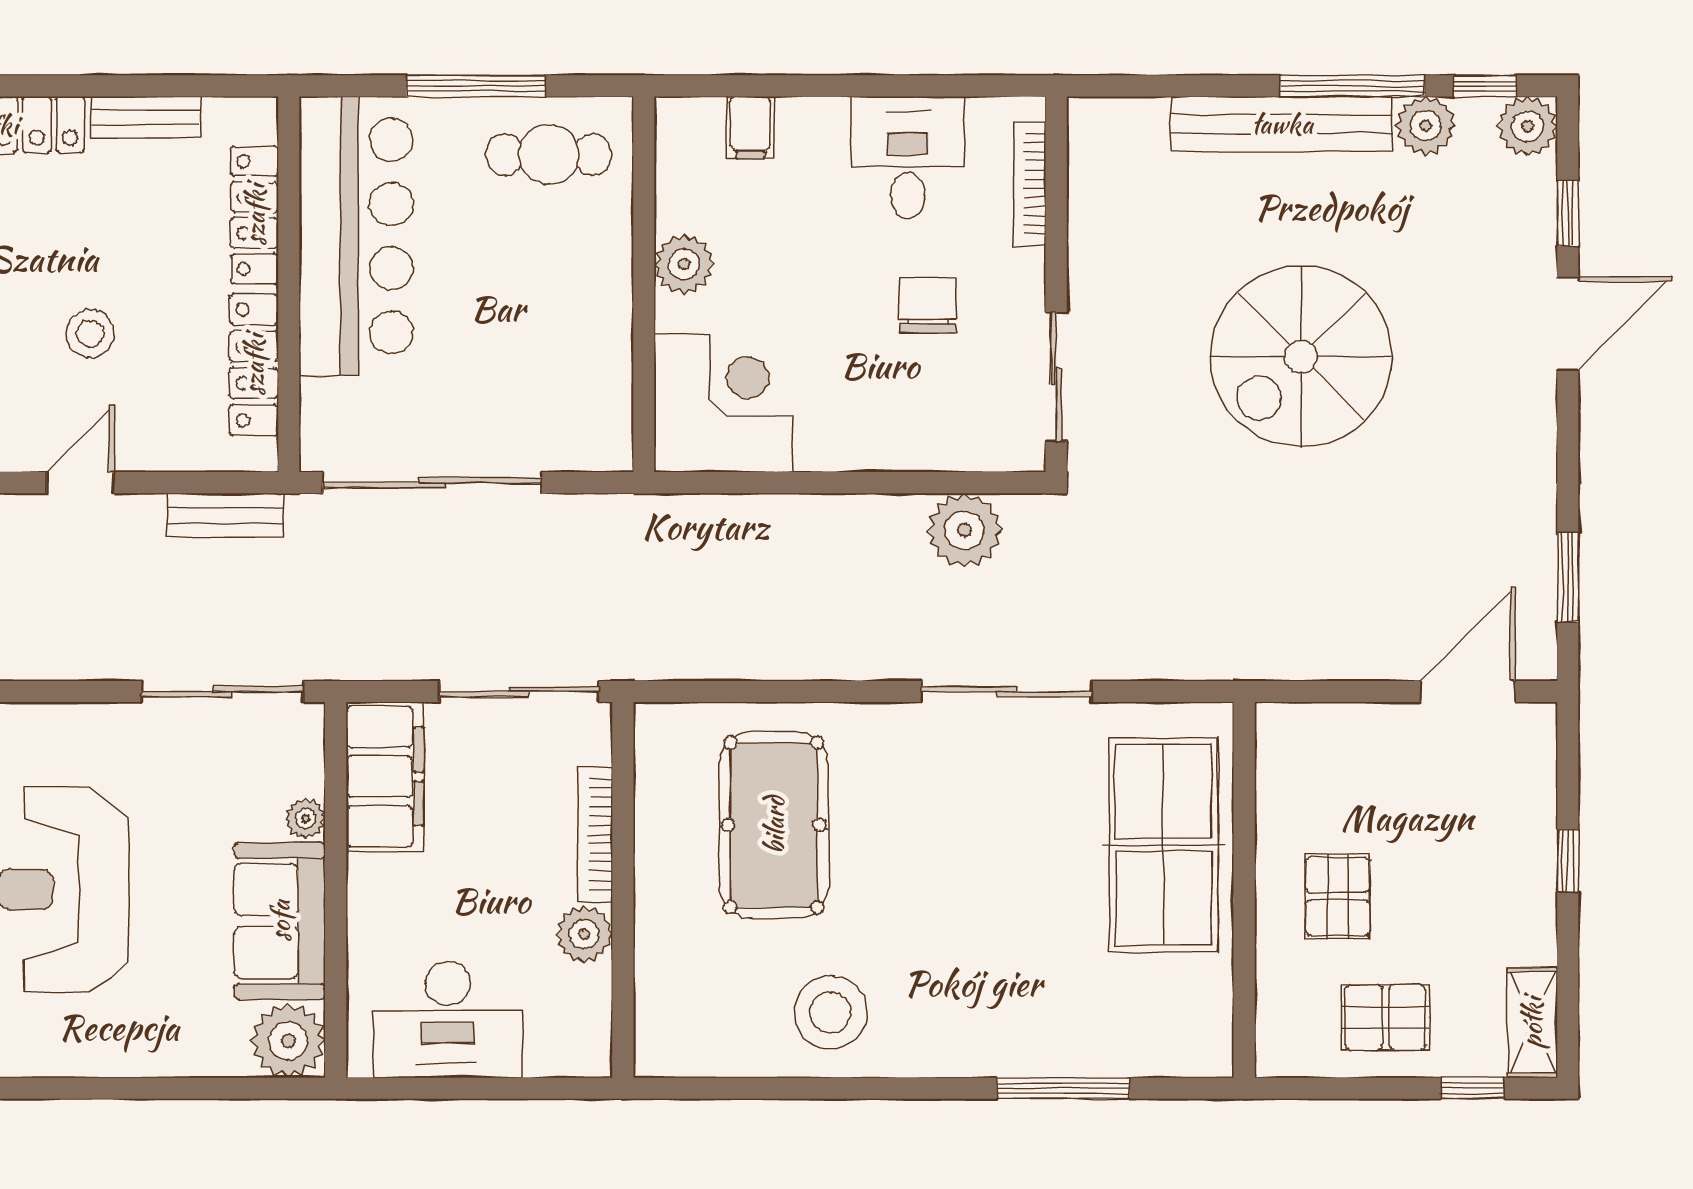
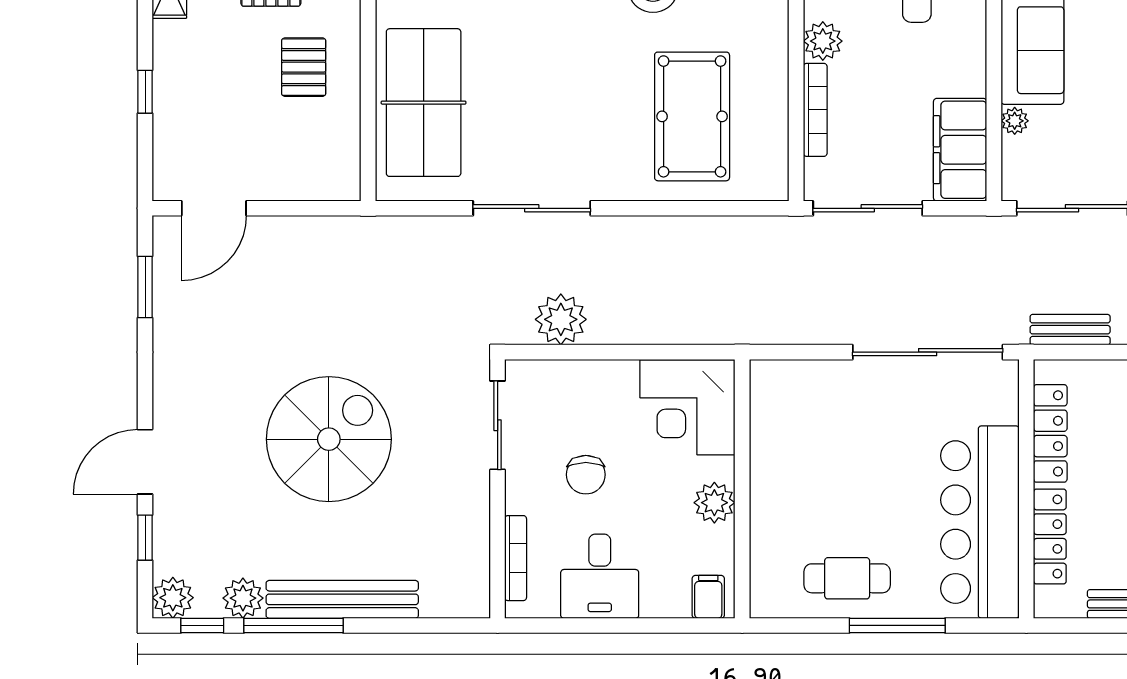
plant: (684, 264) -> (714, 503), moved
wall: (644, 284) -> (742, 489), moved
corner desk: (723, 403) -> (687, 407), moved

